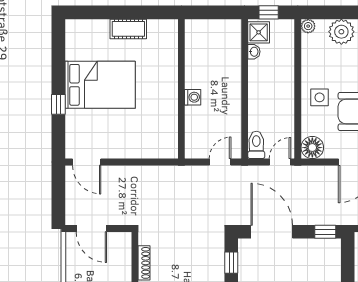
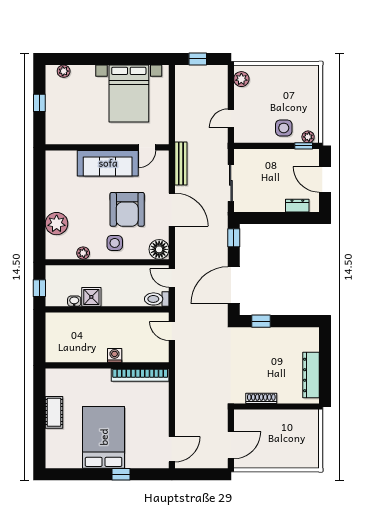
plant: (308, 26) -> (83, 253), moved
shower: (259, 32) -> (91, 297), moved
bookcase: (171, 126) -> (140, 375), added

